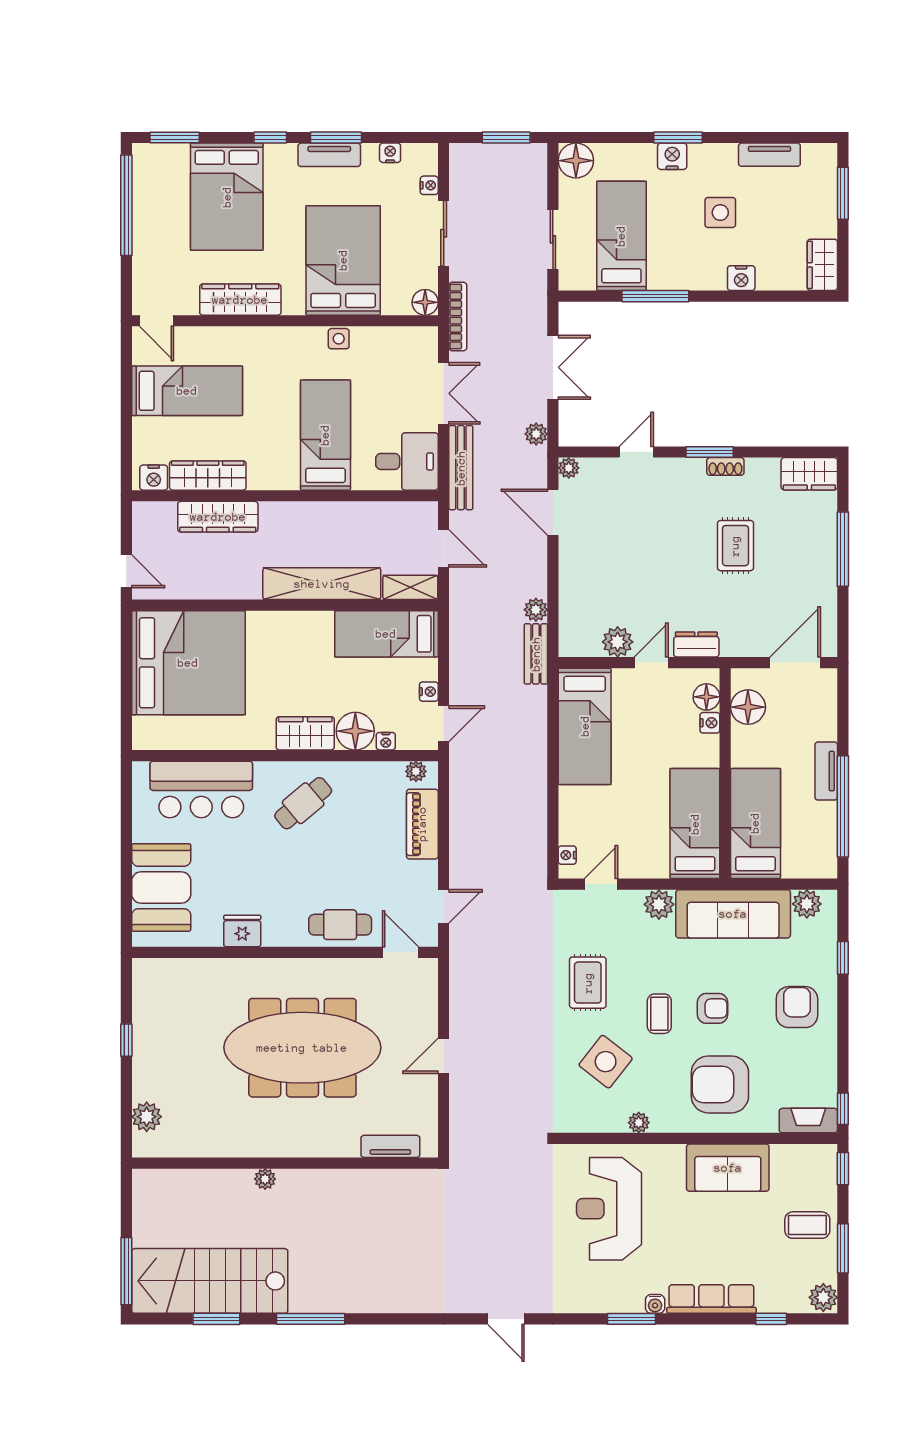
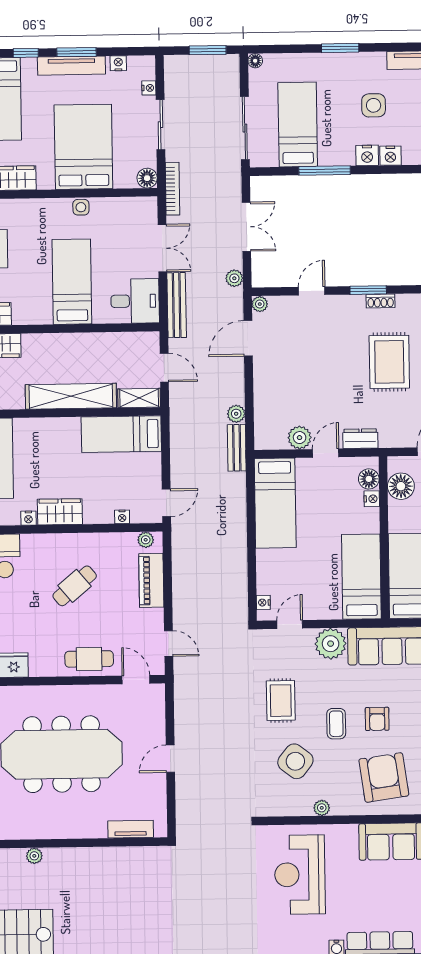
tv unit: (329, 155) -> (71, 66), width x1.41
nightstand: (672, 156) -> (367, 155), moved, turned 180
floor lamp: (576, 161) -> (255, 61), width x0.53, depth x0.53
sliding door: (553, 239) -> (245, 128), width x1.37
door: (553, 512) -> (248, 338), hinge flipped
rug: (735, 546) -> (389, 362), width x1.36, depth x1.43
nightstand: (429, 692) -> (28, 518), moved, turned 90
floor lamp: (355, 731) -> (98, 510), removed
cafe table: (303, 803) -> (75, 586), moved
plant: (659, 904) -> (331, 644), width x1.36, depth x1.36
door: (444, 906) -> (169, 644), hinge flipped
armchair: (712, 1008) -> (377, 719), turned 90
armchair: (720, 1084) -> (384, 777), turned 82

